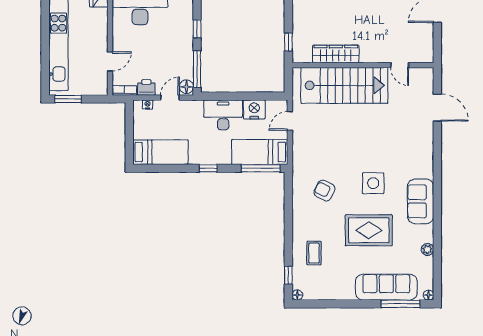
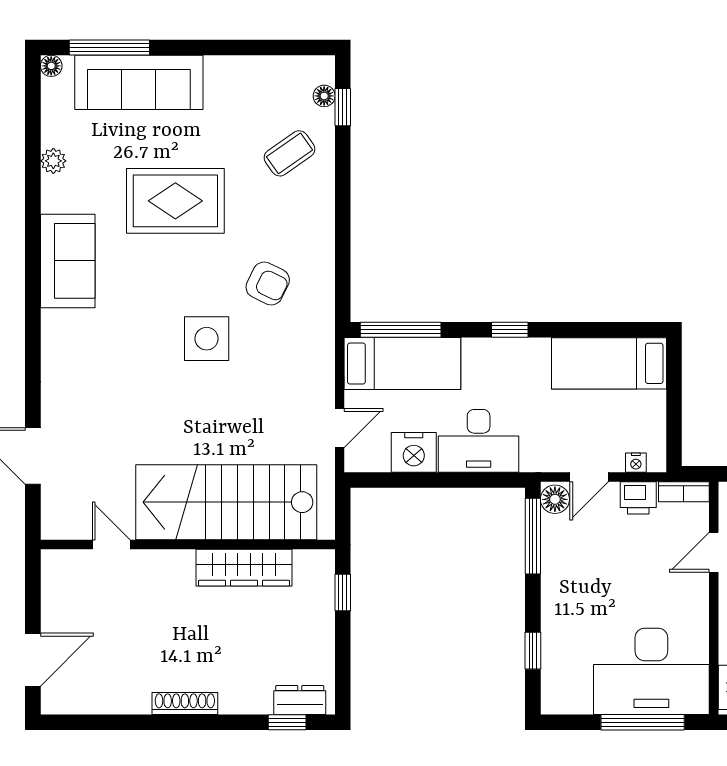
window: (197, 29) -> (533, 651), moved
side table: (373, 183) -> (207, 339), moved
coffee table: (314, 253) -> (290, 153), turned 55
floor lamp: (297, 295) -> (324, 96), moved

